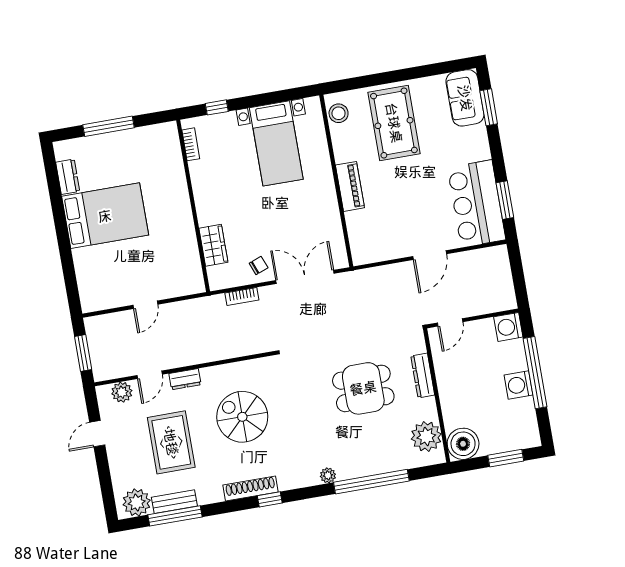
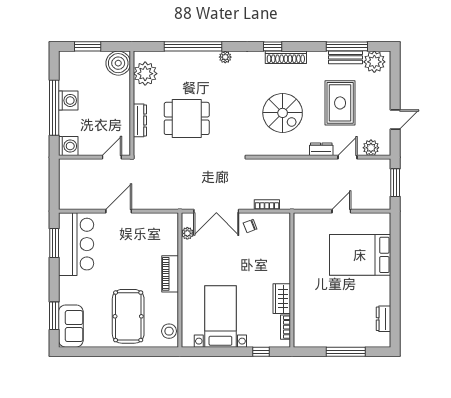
bed: (105, 216) -> (360, 255), moved
plant: (337, 242) -> (187, 233), added
wardrobe: (213, 245) -> (282, 299), moved

